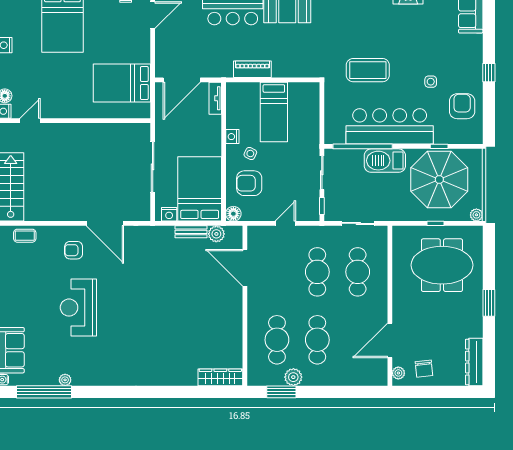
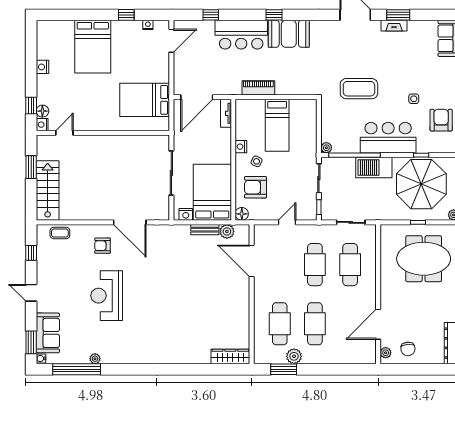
bar counter: (390, 126) -> (388, 138), width x0.73
plant: (330, 138) -> (326, 148), added

